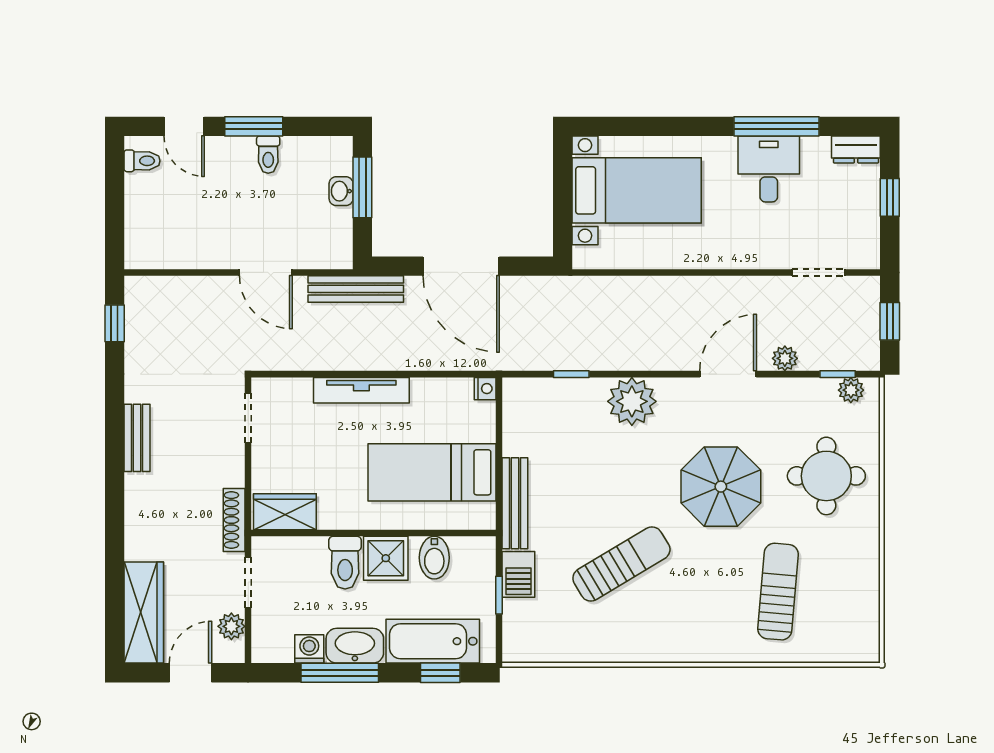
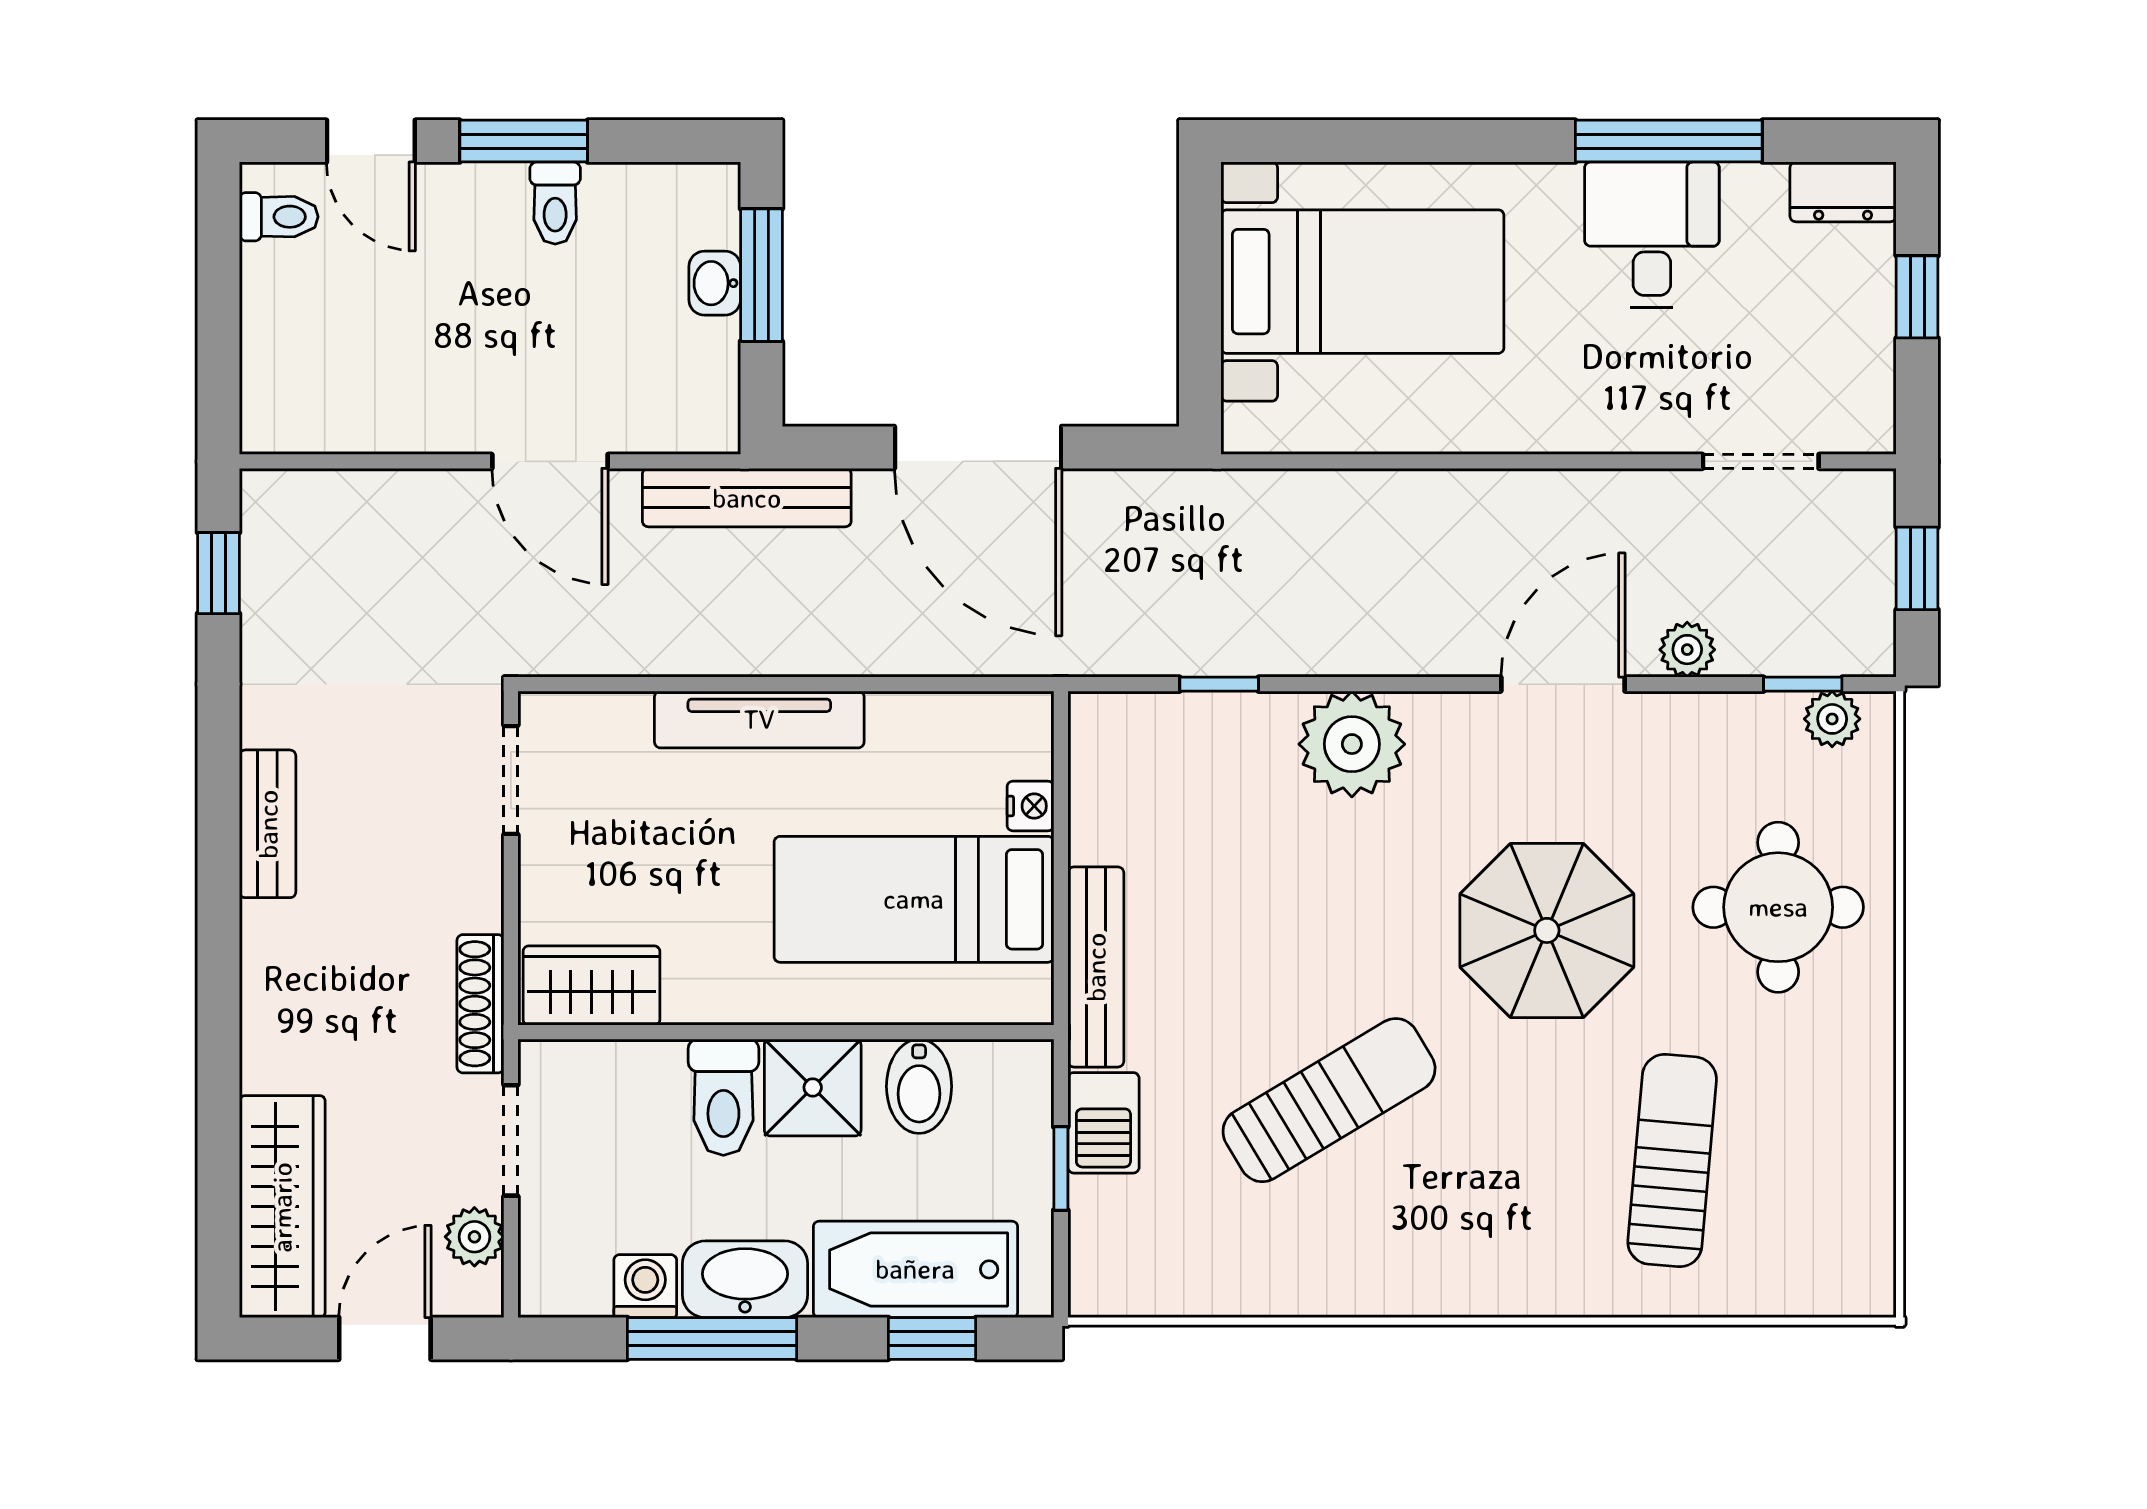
nightstand: (485, 389) -> (1030, 806), moved

